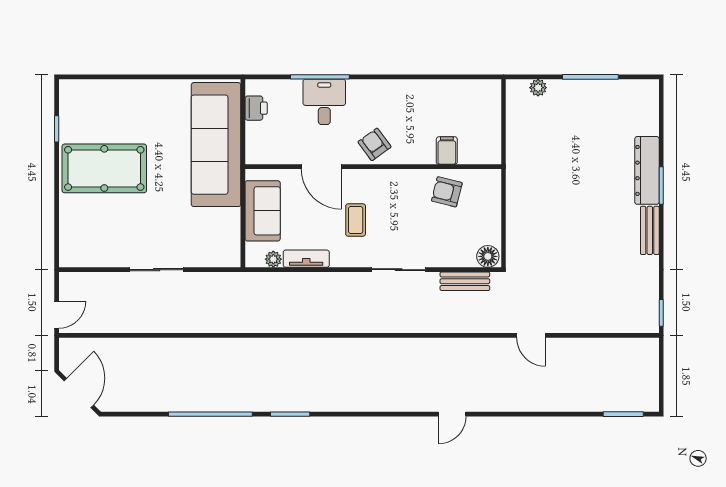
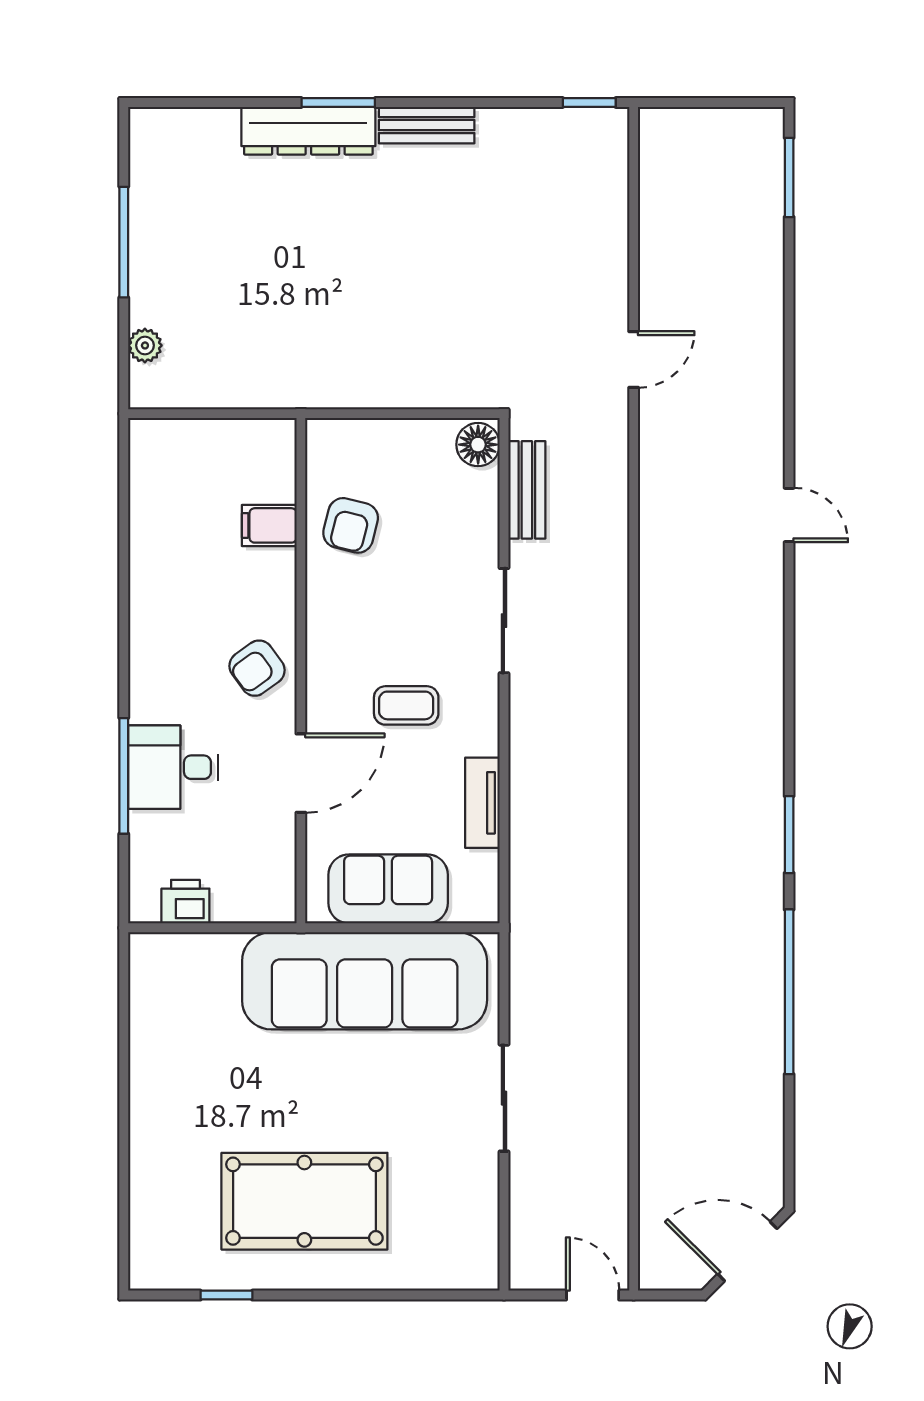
sofa: (216, 145) -> (365, 981), moved
pool table: (104, 168) -> (304, 1201), turned 90
plant: (273, 259) -> (483, 868), removed

